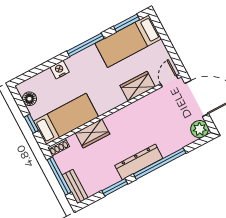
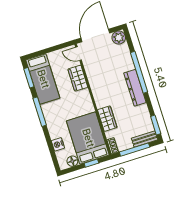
nightstand: (60, 70) -> (58, 144), moved
bed: (66, 119) -> (88, 138), width x1.50
window: (115, 187) -> (156, 125), moved

